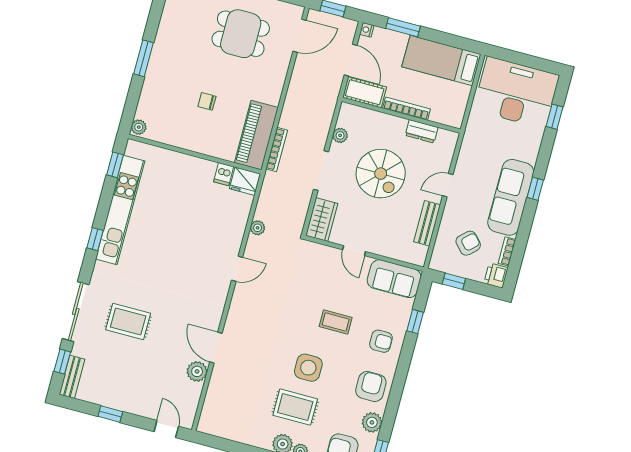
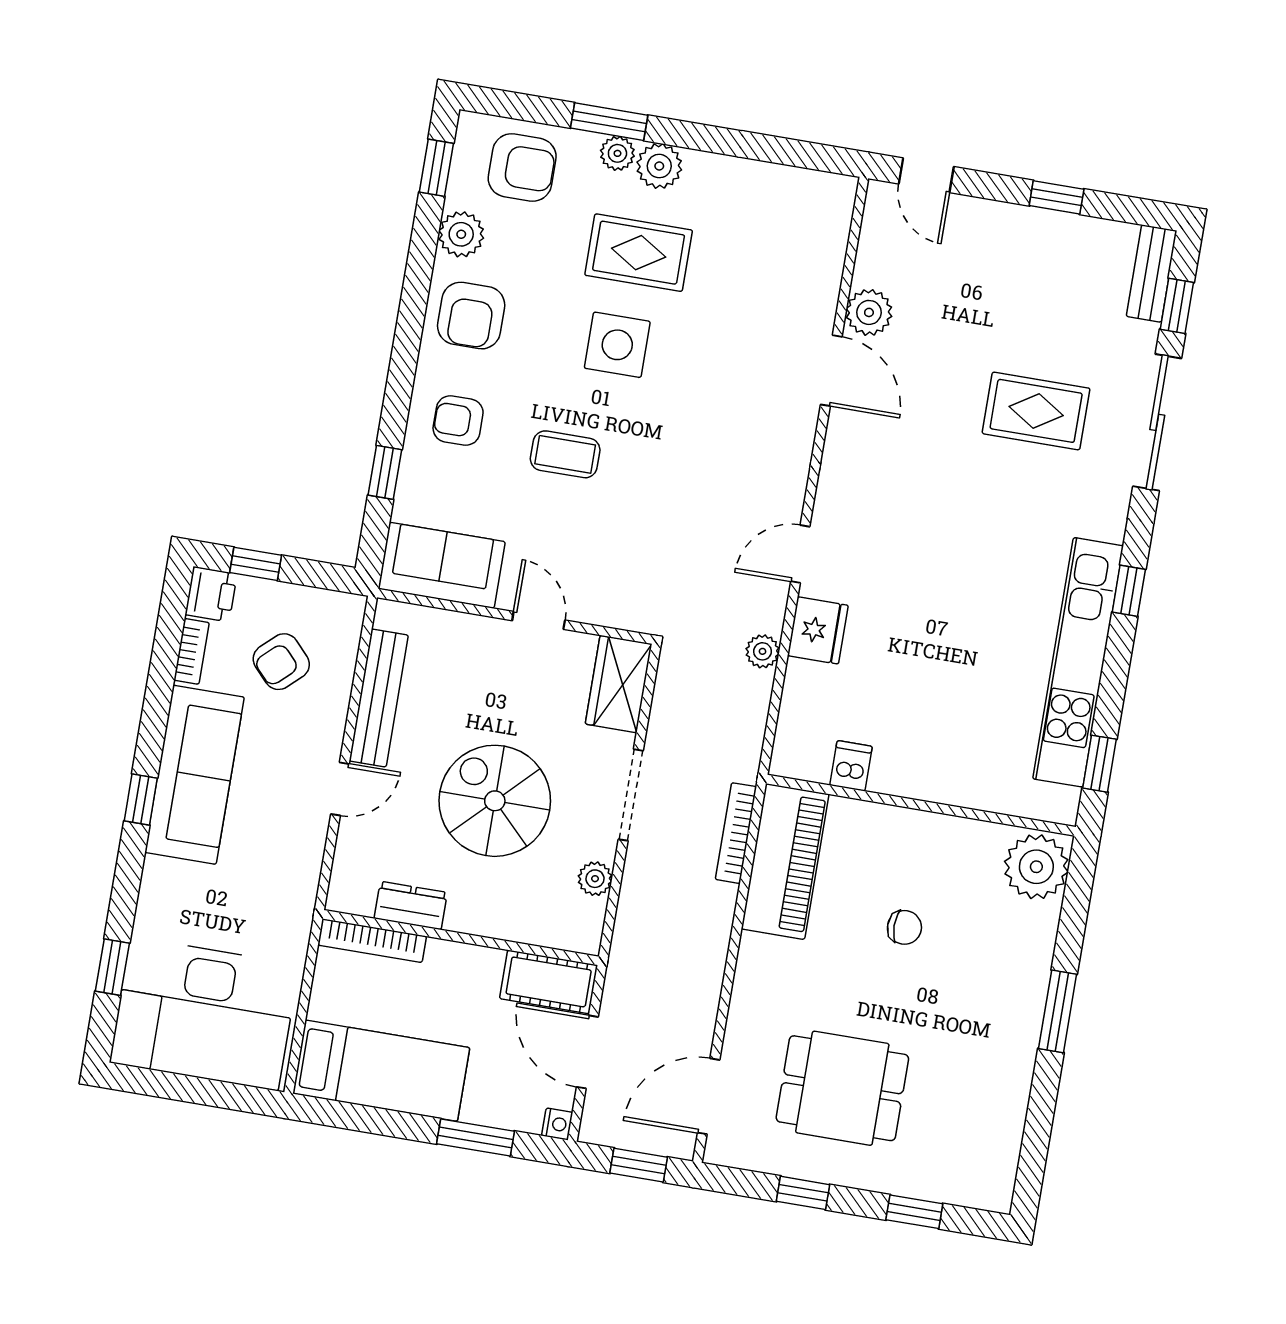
bookcase: (406, 109) -> (372, 941), moved
plant: (139, 127) -> (1036, 867), width x1.88, depth x1.88
fridge: (245, 181) -> (818, 630), moved, turned 90
bench: (427, 223) -> (379, 698), width x1.36
window: (454, 281) -> (256, 564), moved

